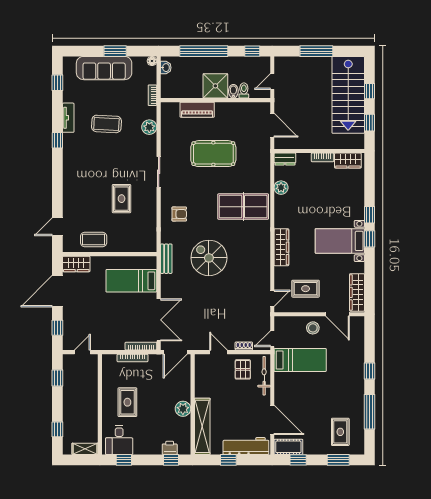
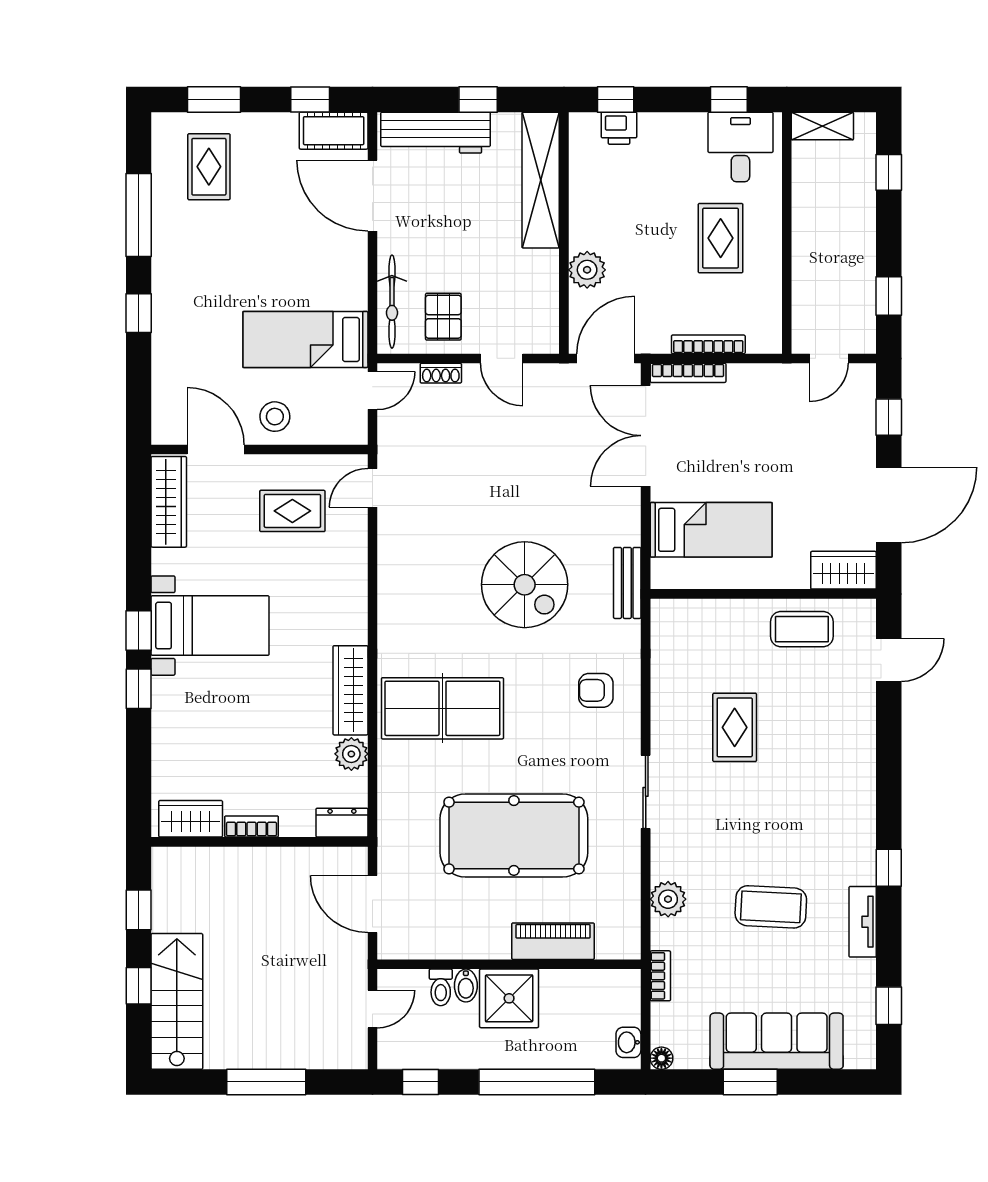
stairs: (348, 95) -> (177, 1001), width x0.73, depth x0.66
pool table: (213, 154) -> (514, 835), width x1.36, depth x1.32
wardrobe: (281, 247) -> (350, 690), moved
plant: (183, 409) -> (587, 270), moved

